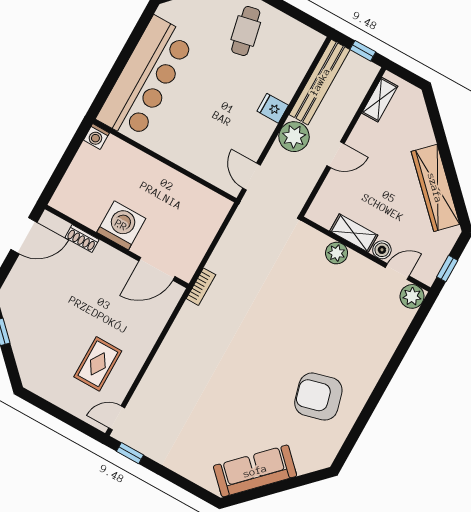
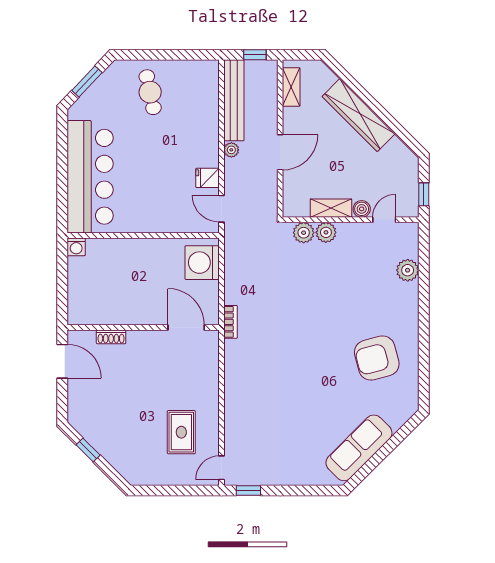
fridge: (273, 108) -> (207, 178), moved
plant: (294, 137) -> (231, 150), width x0.53, depth x0.53
door: (336, 155) -> (280, 152), width x1.38
wardrobe: (435, 188) -> (359, 115), moved
washing machine: (121, 225) -> (202, 263), moved, turned -90
door: (24, 236) -> (62, 361), hinge flipped
plant: (316, 242) -> (304, 233), added
door: (157, 269) -> (186, 327), swing flipped
plant: (412, 296) -> (408, 270), moved

